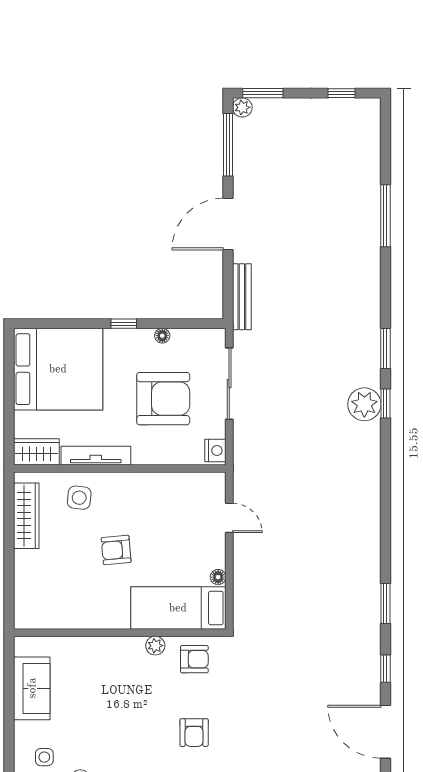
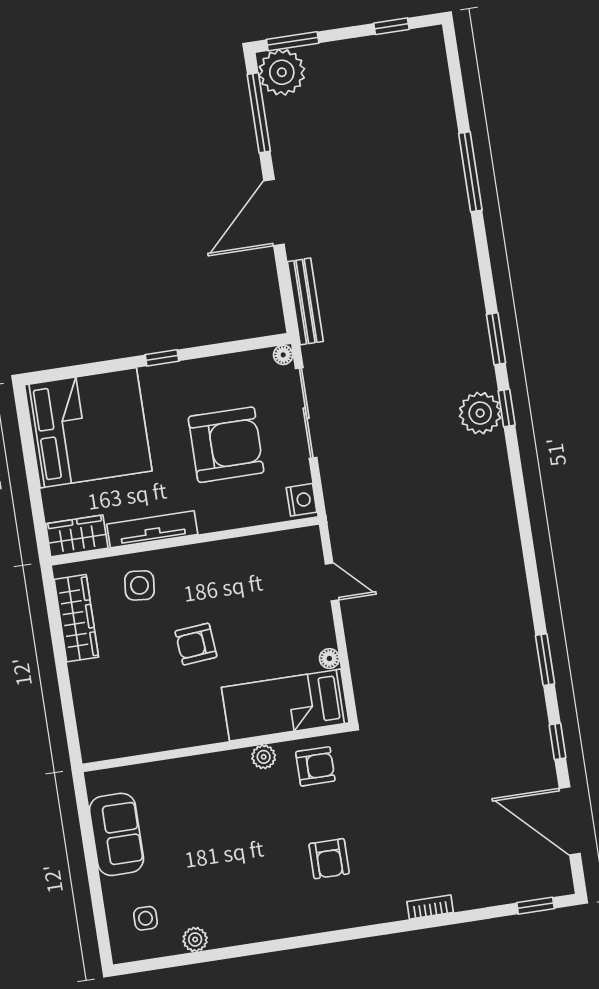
plant: (242, 107) -> (282, 72), width x1.88, depth x1.88
floor lamp: (162, 336) -> (283, 355), moved

